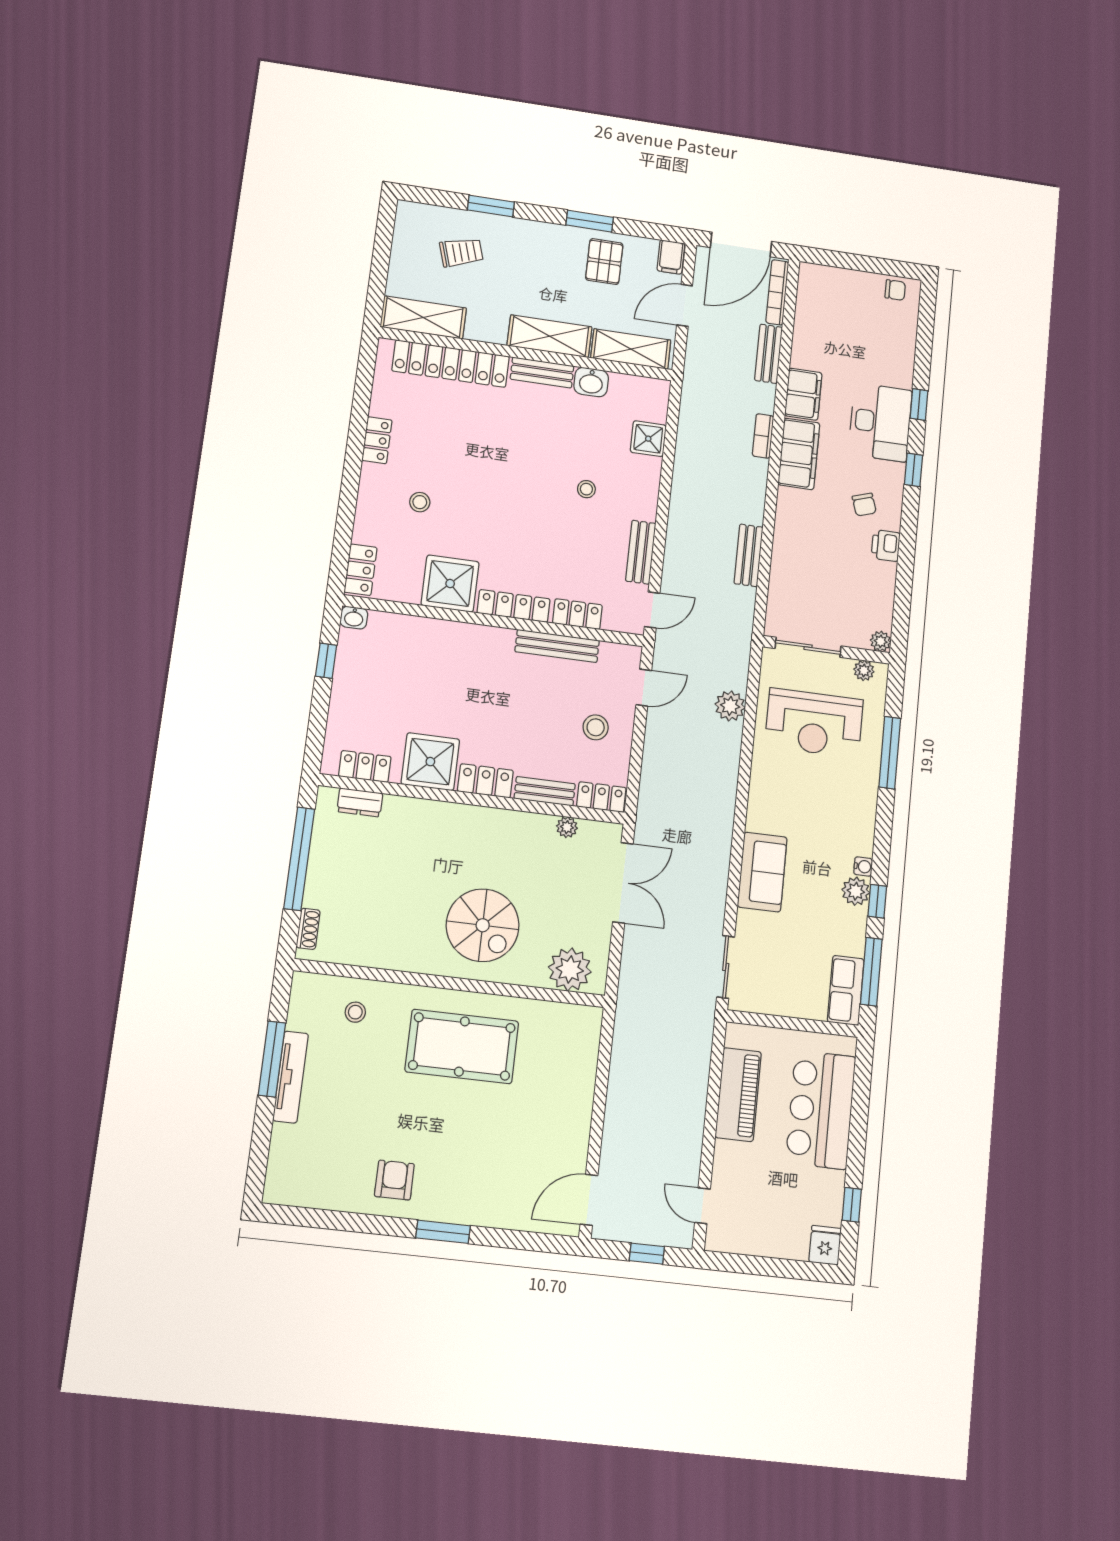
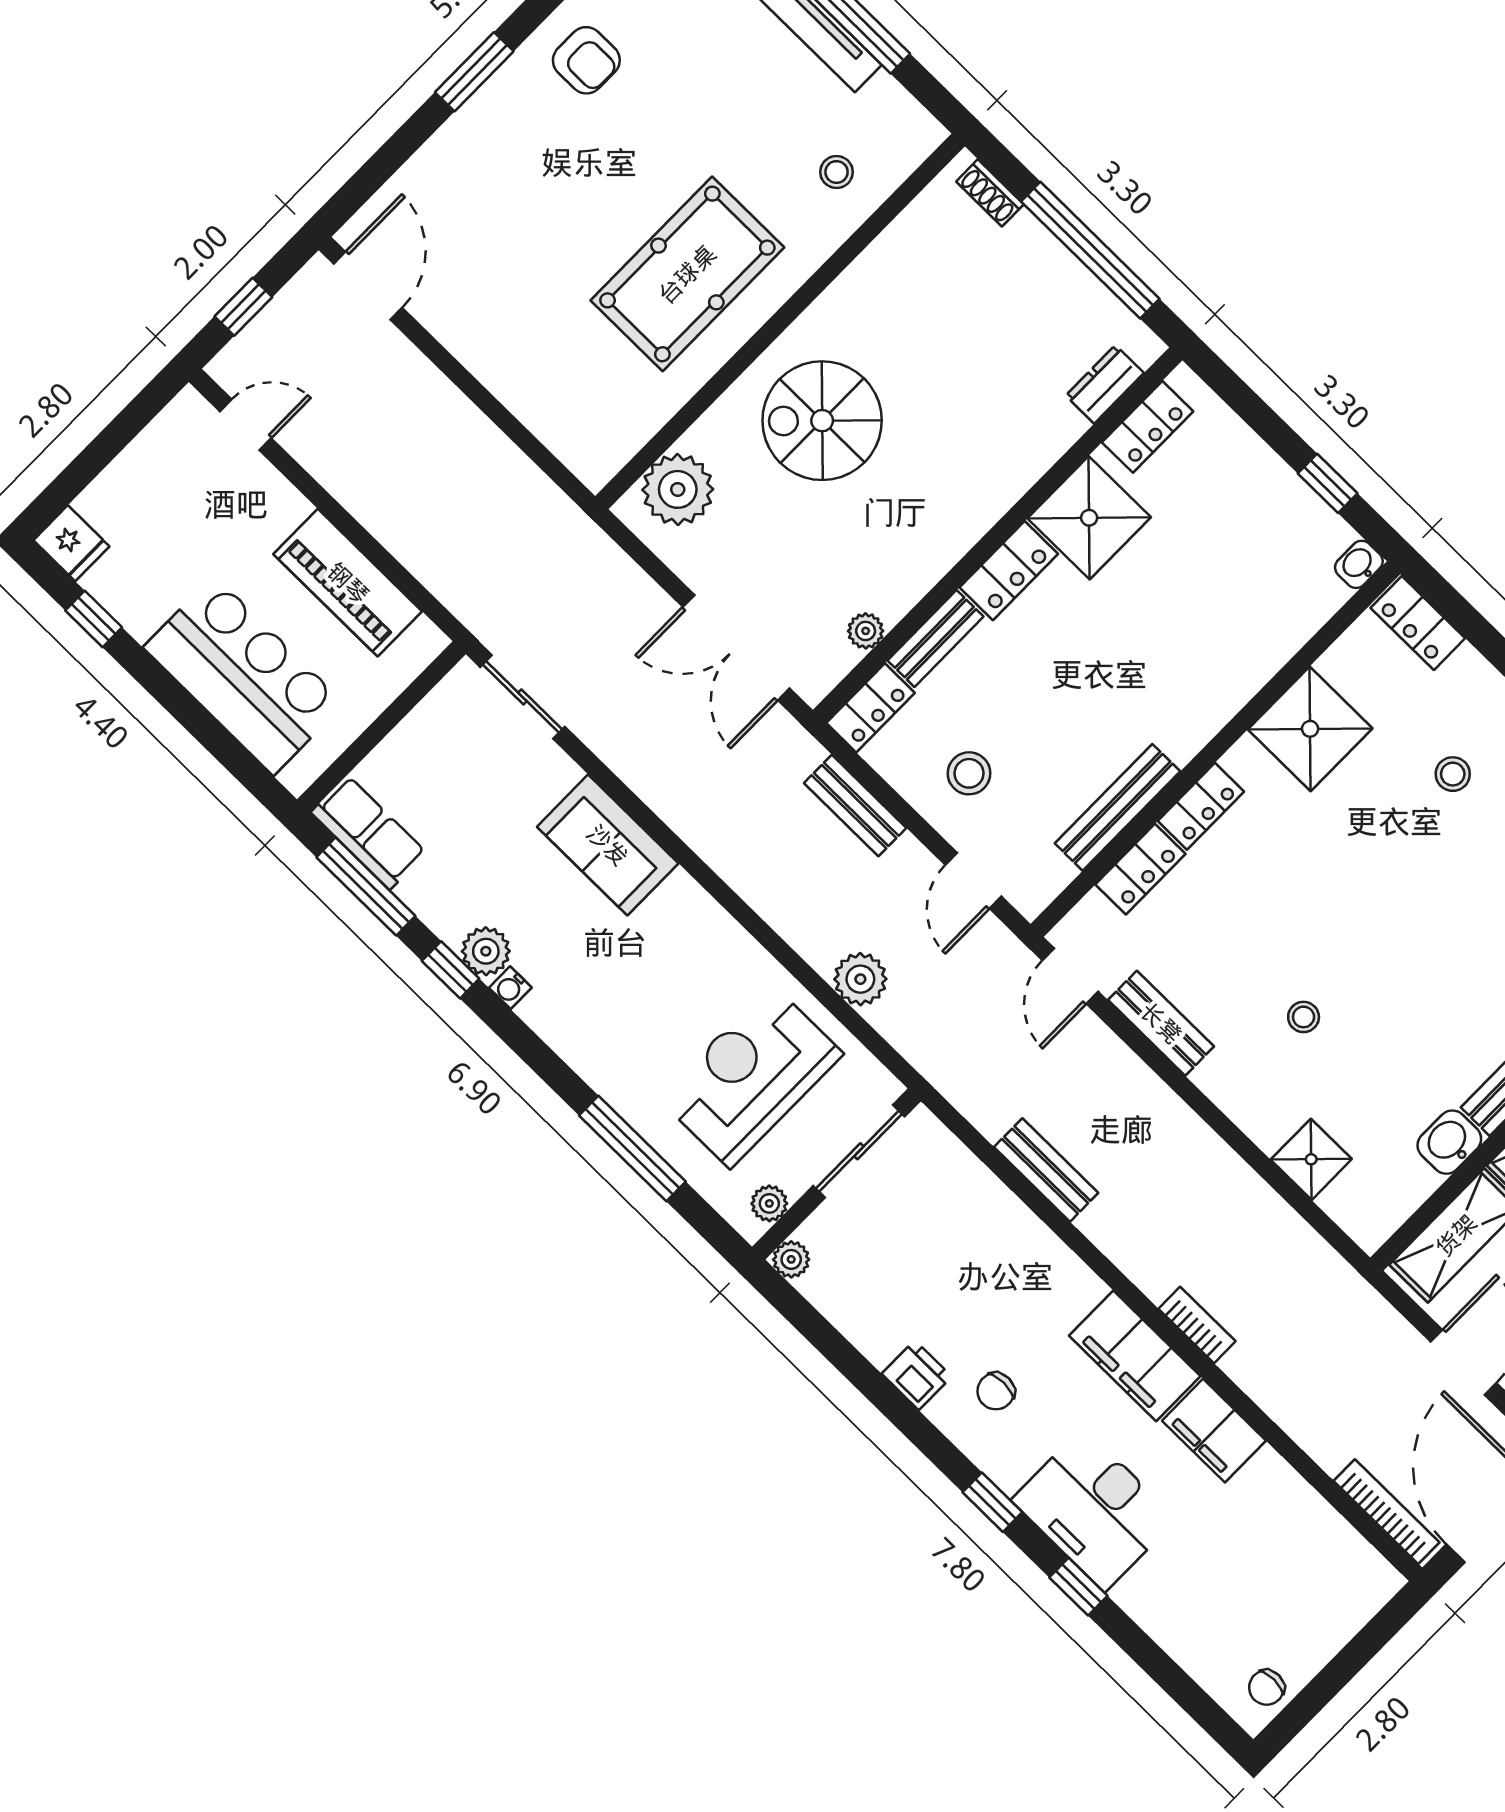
bench: (769, 354) -> (855, 805), moved
chair: (864, 505) -> (996, 1391), turned -72
locker: (514, 606) -> (1201, 806), width x0.66

